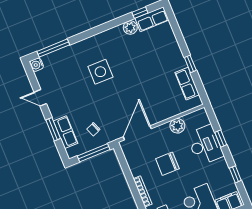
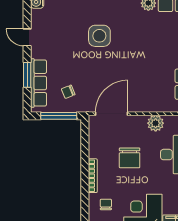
row of seats: (65, 132) -> (39, 83), width x1.48
chair: (167, 164) -> (130, 158), turned -90

